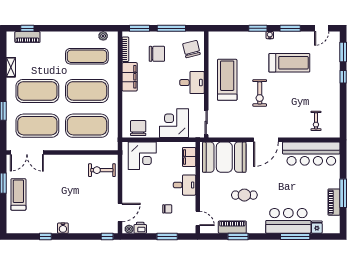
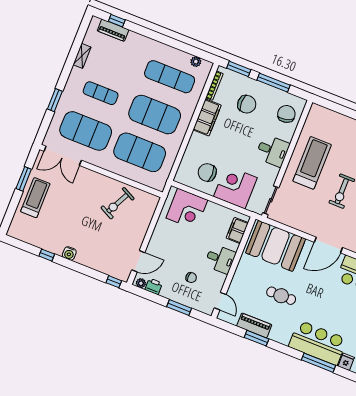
exercise mat: (37, 91) -> (101, 93), width x0.50, depth x0.69
chair: (138, 128) -> (207, 172), moved, turned -90
exercise bike: (102, 170) -> (118, 203), moved, turned -63

